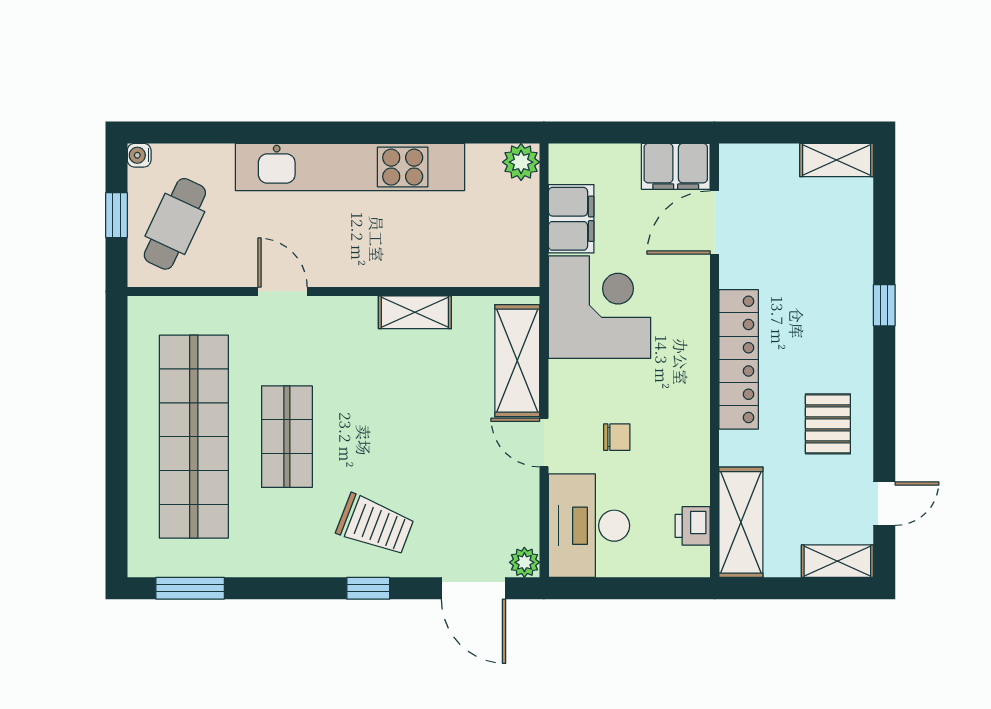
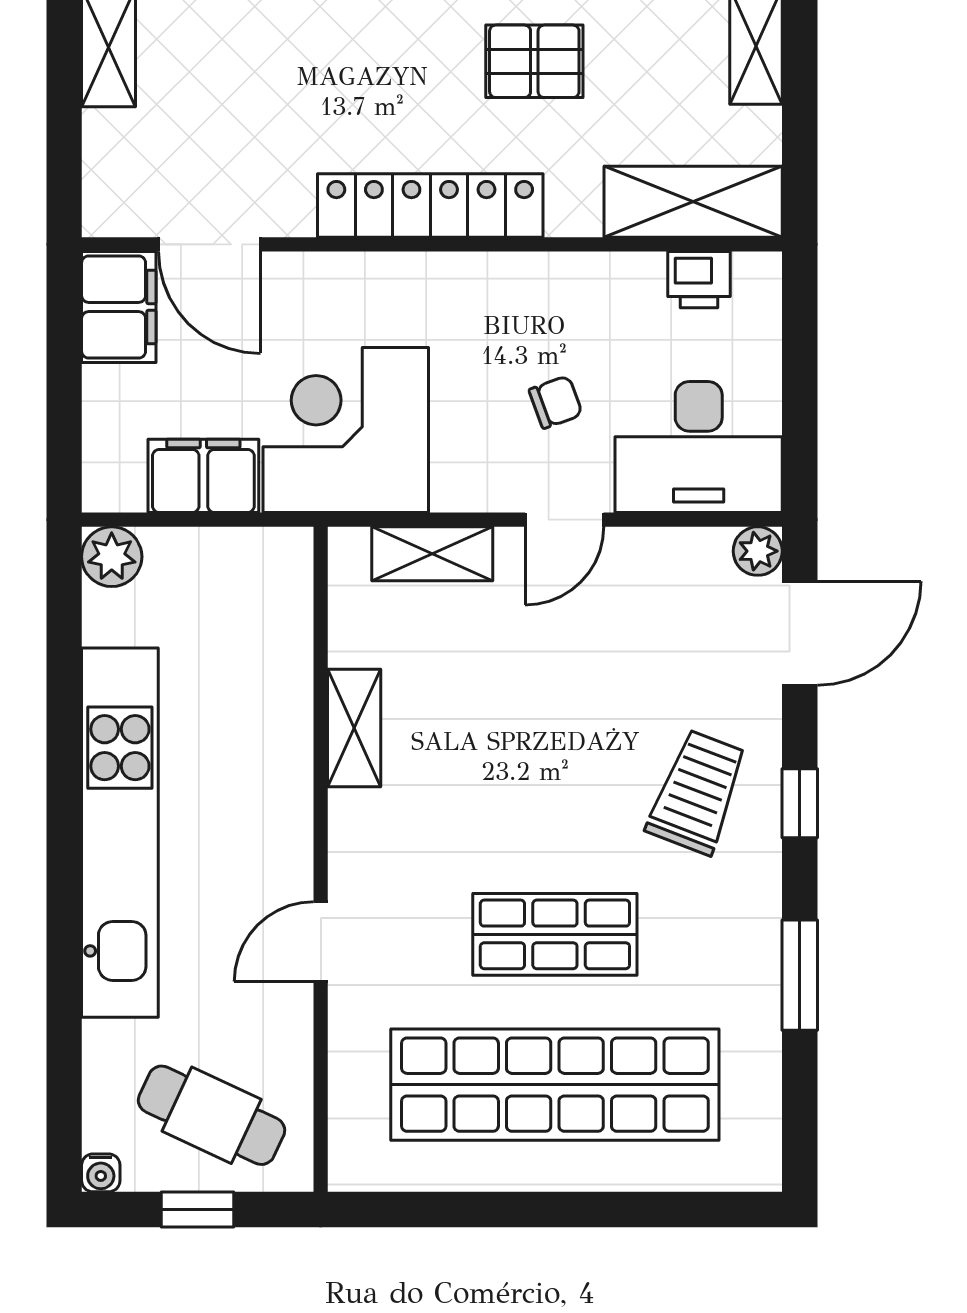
shelving: (517, 361) -> (432, 554), width x0.67, depth x0.75
chair: (617, 437) -> (556, 402), turned 70
window: (190, 588) -> (800, 975), moved

